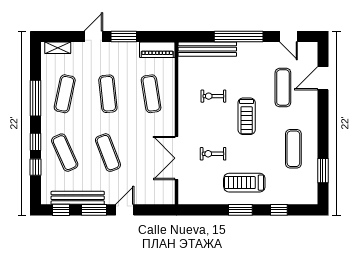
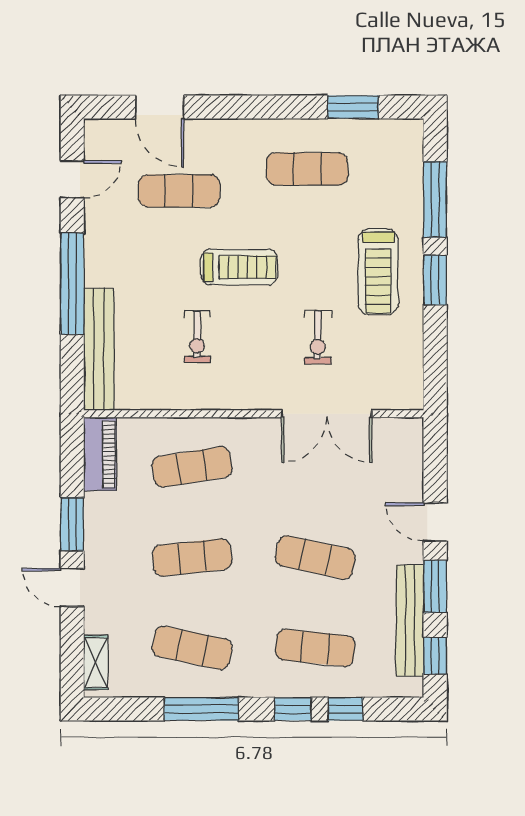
exercise mat: (65, 153) -> (315, 648), turned 30
exercise mat: (108, 153) -> (315, 557), turned 33
window: (279, 210) -> (435, 200), width x2.17

